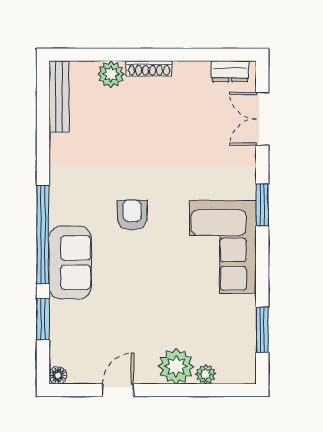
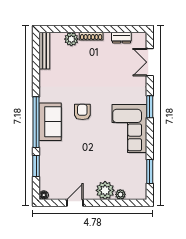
dresser: (230, 71) -> (121, 38), moved
sofa: (70, 263) -> (50, 122), moved

